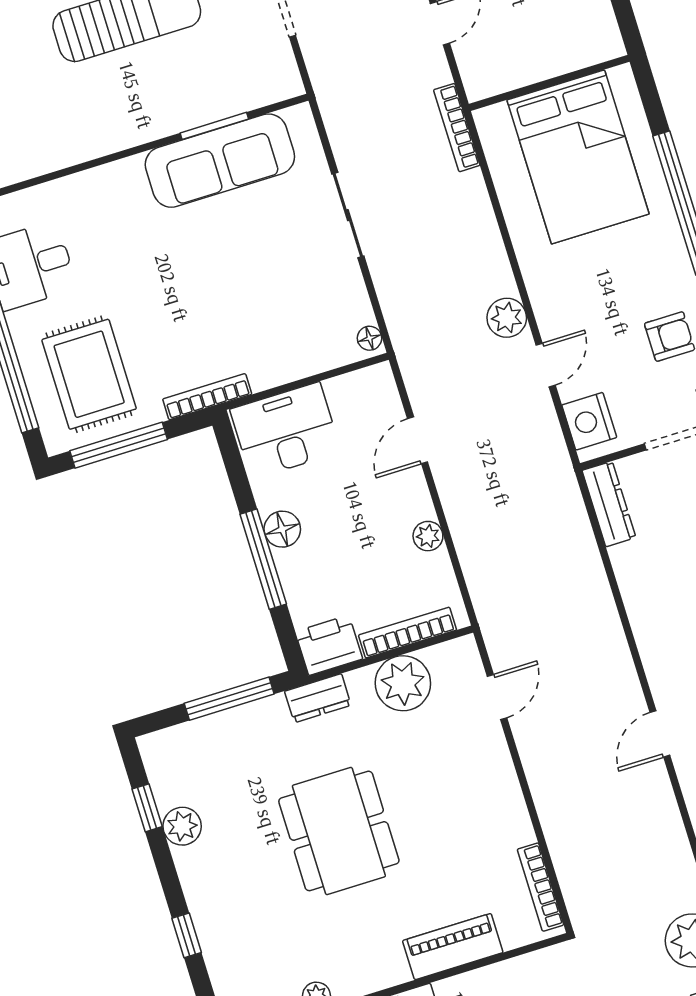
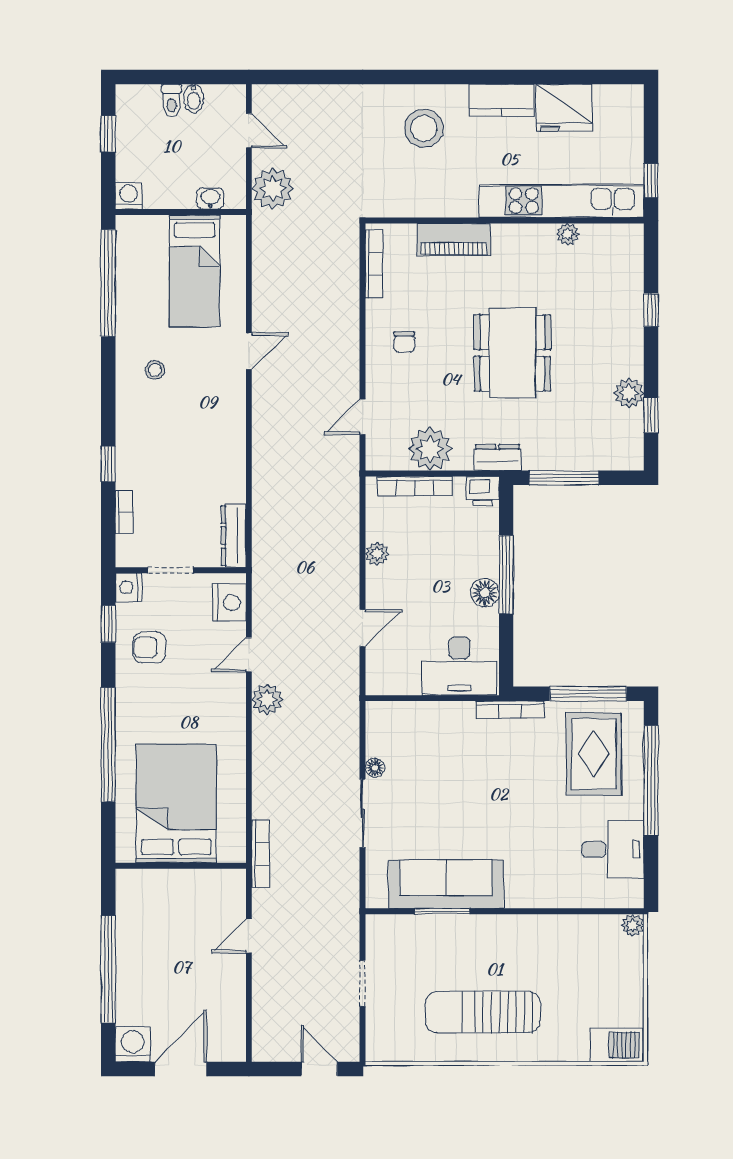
floor lamp: (369, 338) -> (375, 768), moved
printer: (329, 645) -> (483, 491), width x0.73, depth x0.81
chair: (475, 804) -> (404, 342), added

